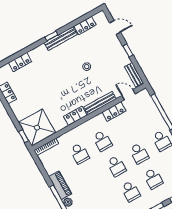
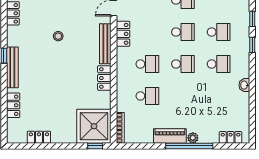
bench: (61, 39) -> (12, 67), moved

